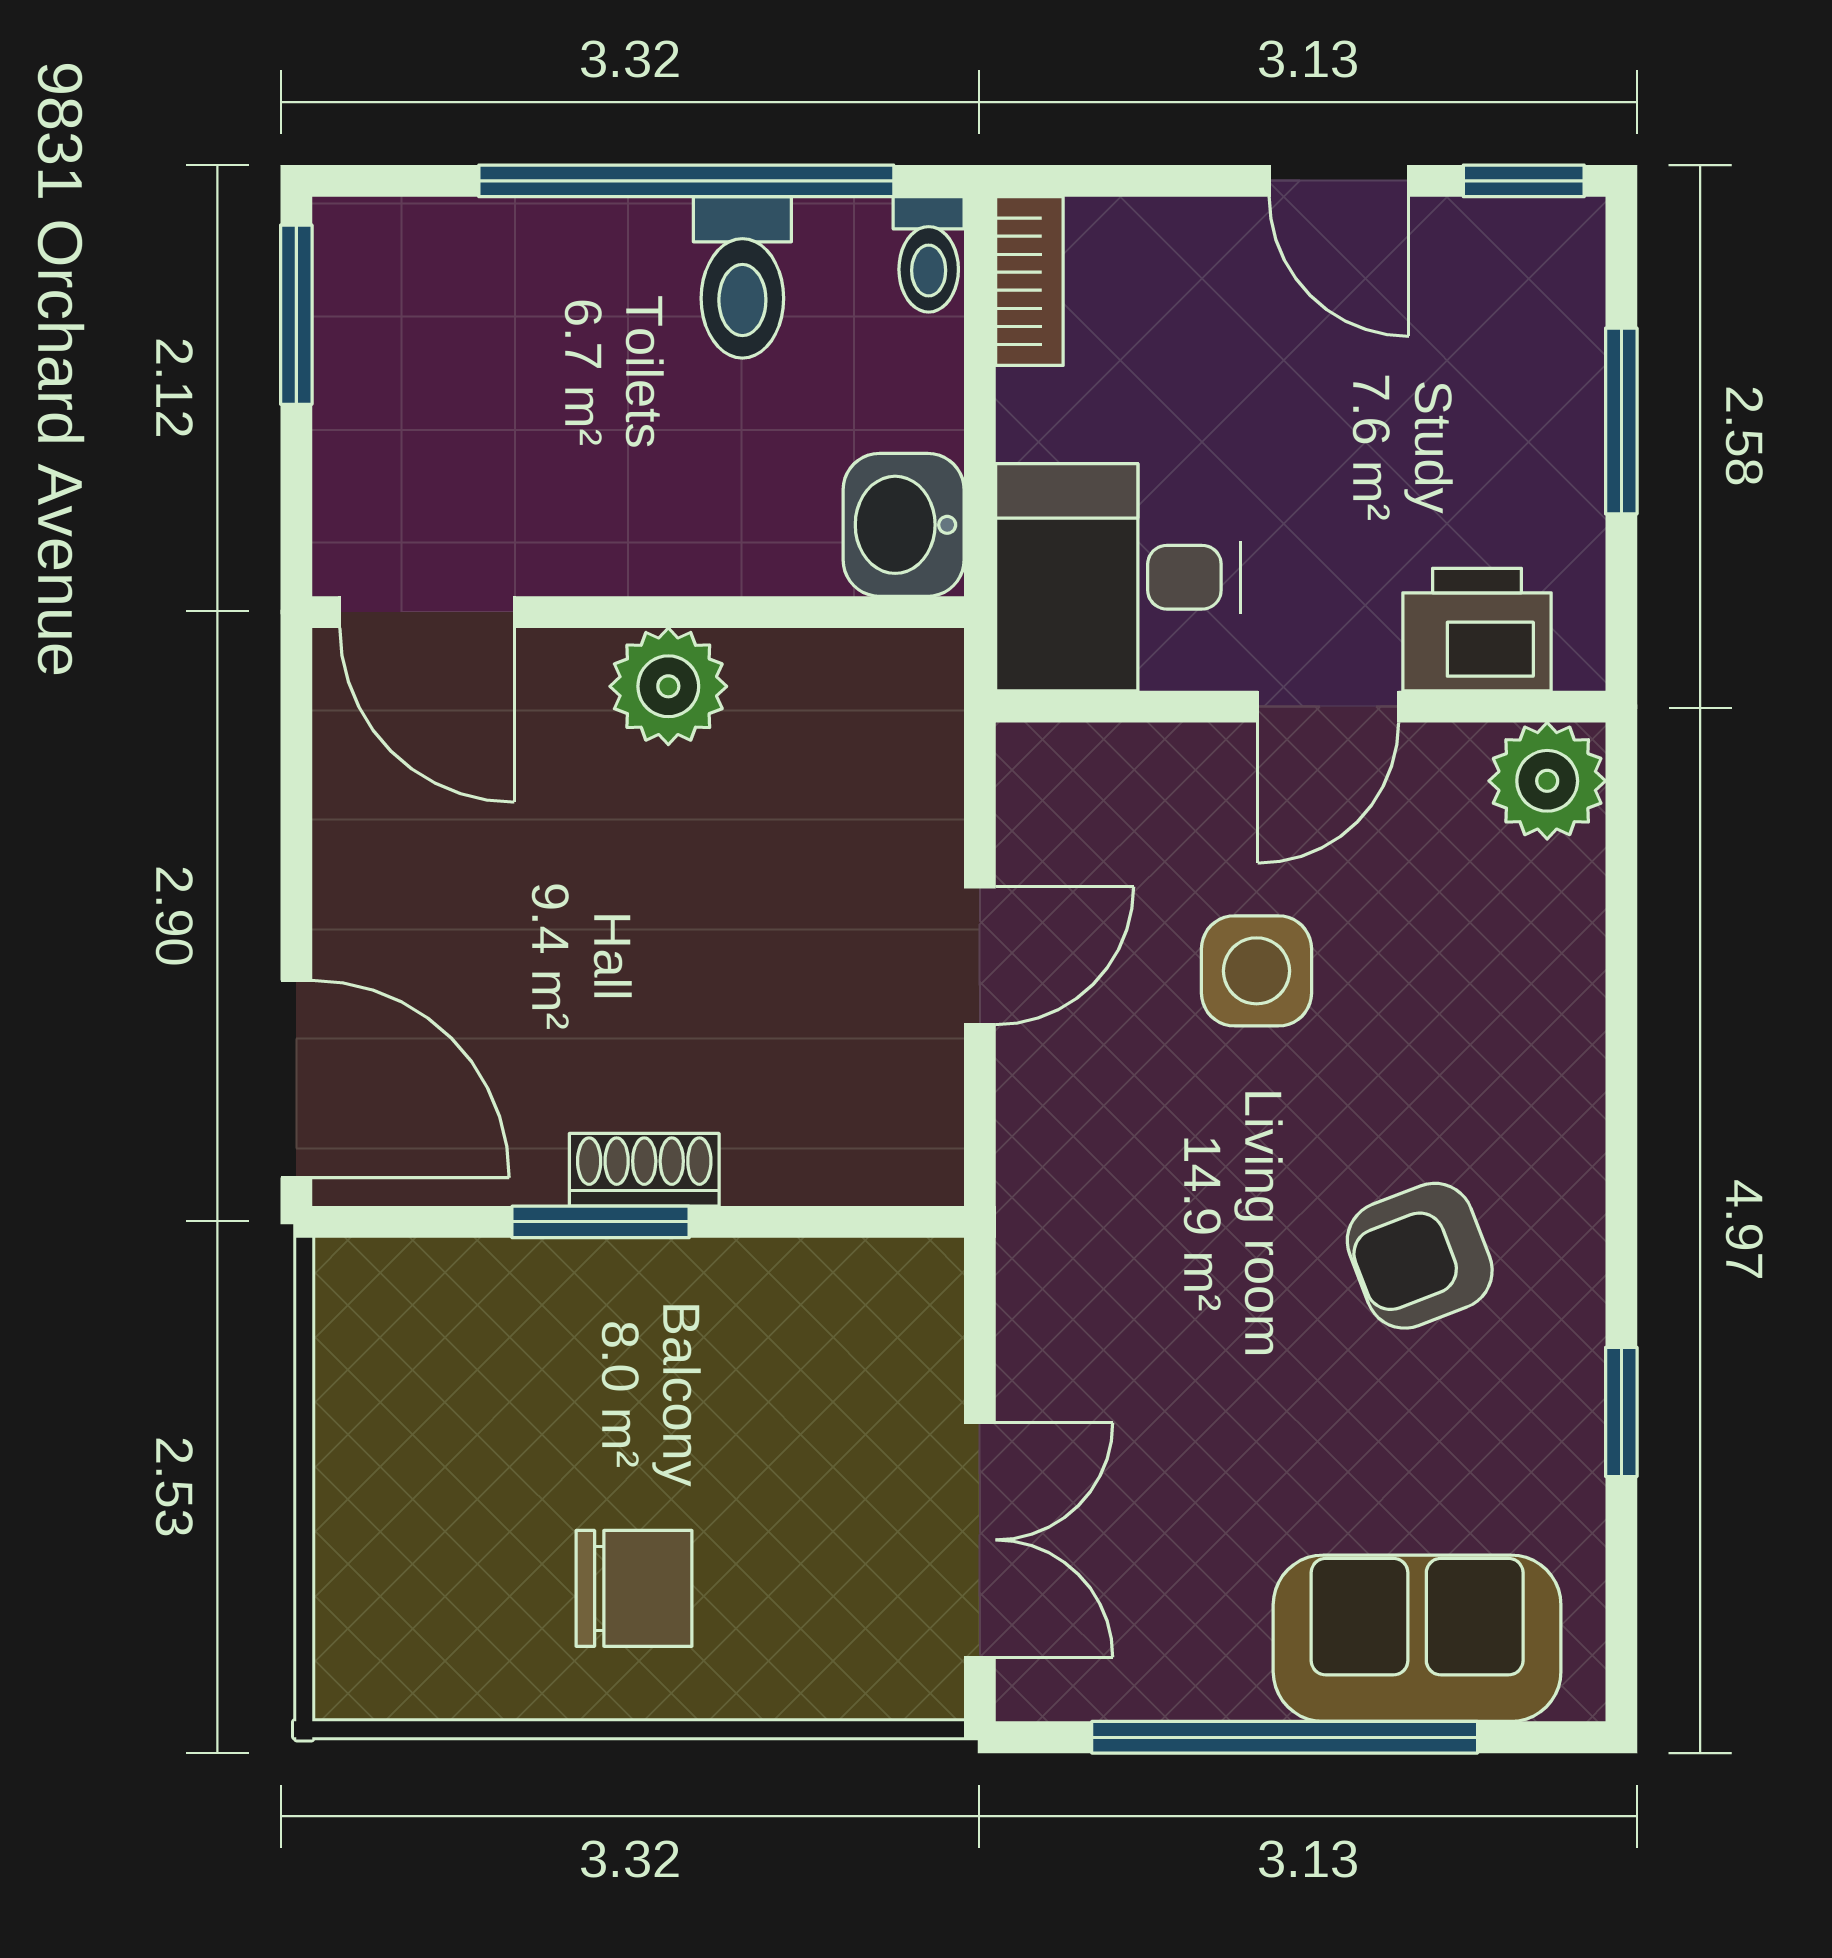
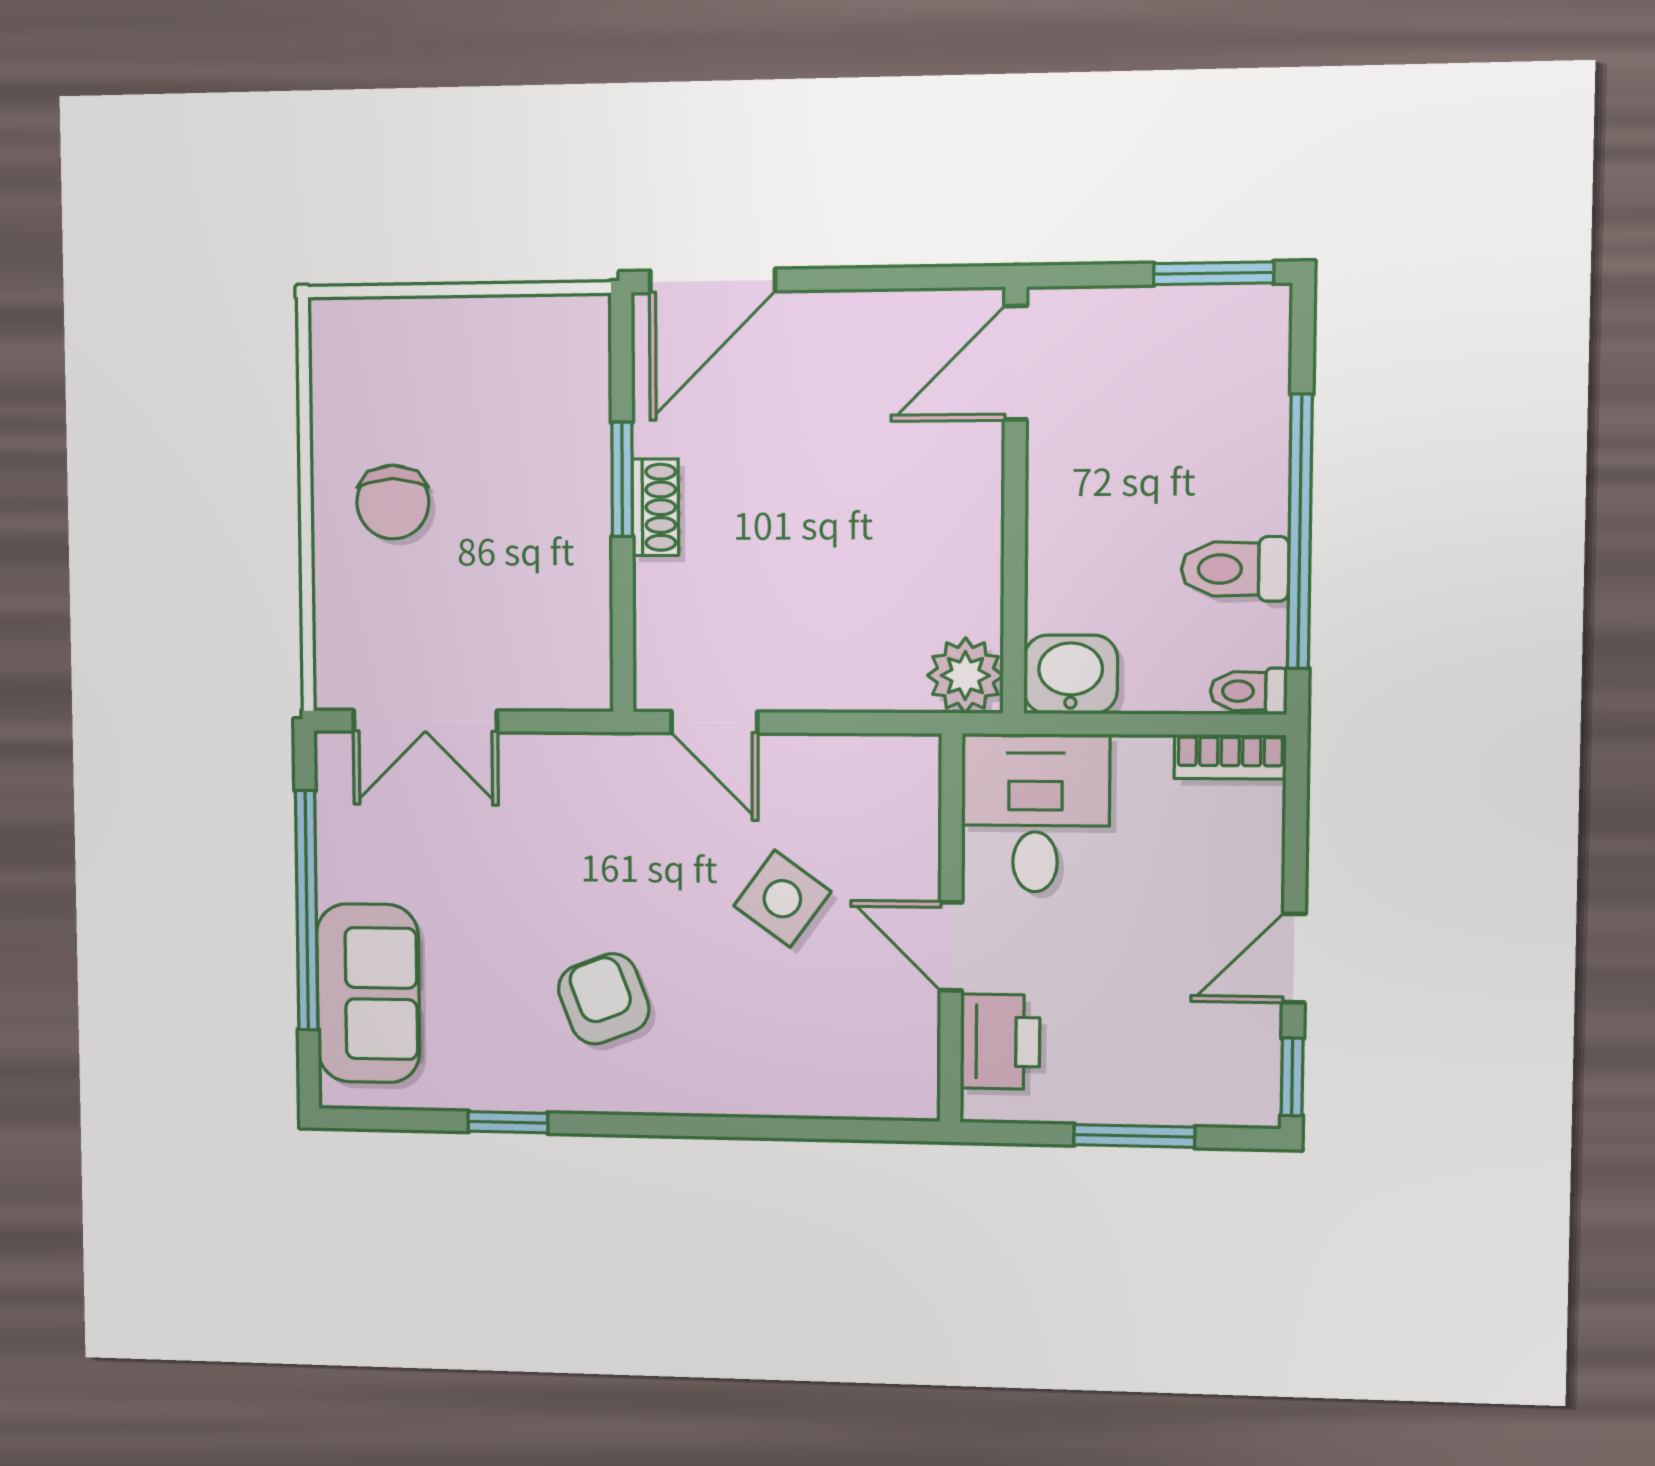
plant: (668, 686) -> (965, 675), moved
plant: (1547, 781) -> (903, 1084), removed
door: (980, 956) -> (714, 722), moved
side table: (1256, 971) -> (782, 899), turned 36

